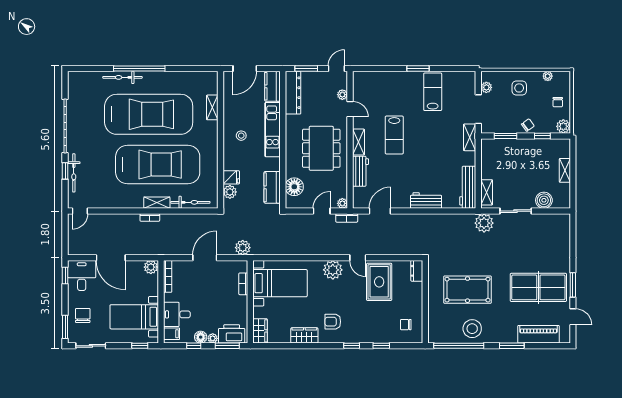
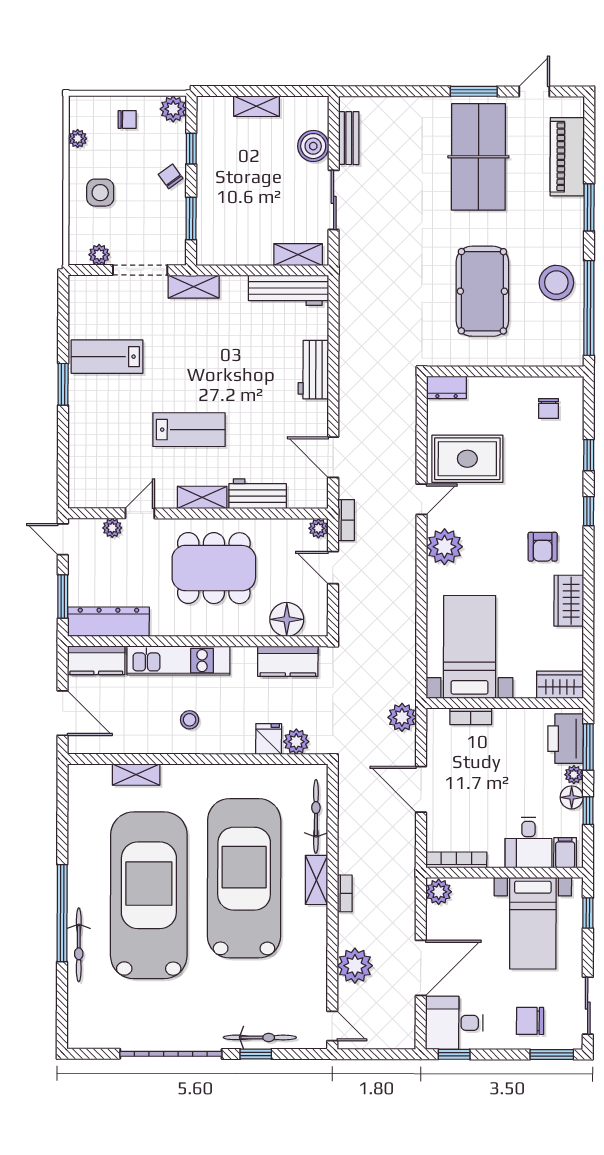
bench: (548, 219) -> (349, 138), added
plant: (484, 223) -> (355, 966), moved

